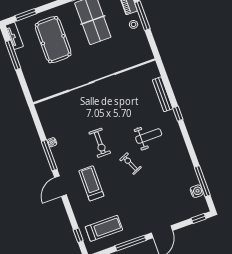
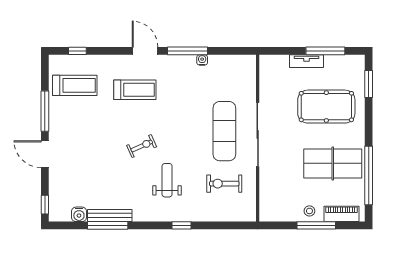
tv unit: (14, 36) -> (306, 61), moved
bench: (163, 94) -> (110, 216), moved
exercise mat: (98, 107) -> (224, 131), added
weight bench: (149, 136) -> (167, 180), turned 180
exercise bike: (100, 143) -> (224, 184), moved
window: (202, 181) -> (108, 225), moved
treadmill: (104, 228) -> (75, 85), turned -90

